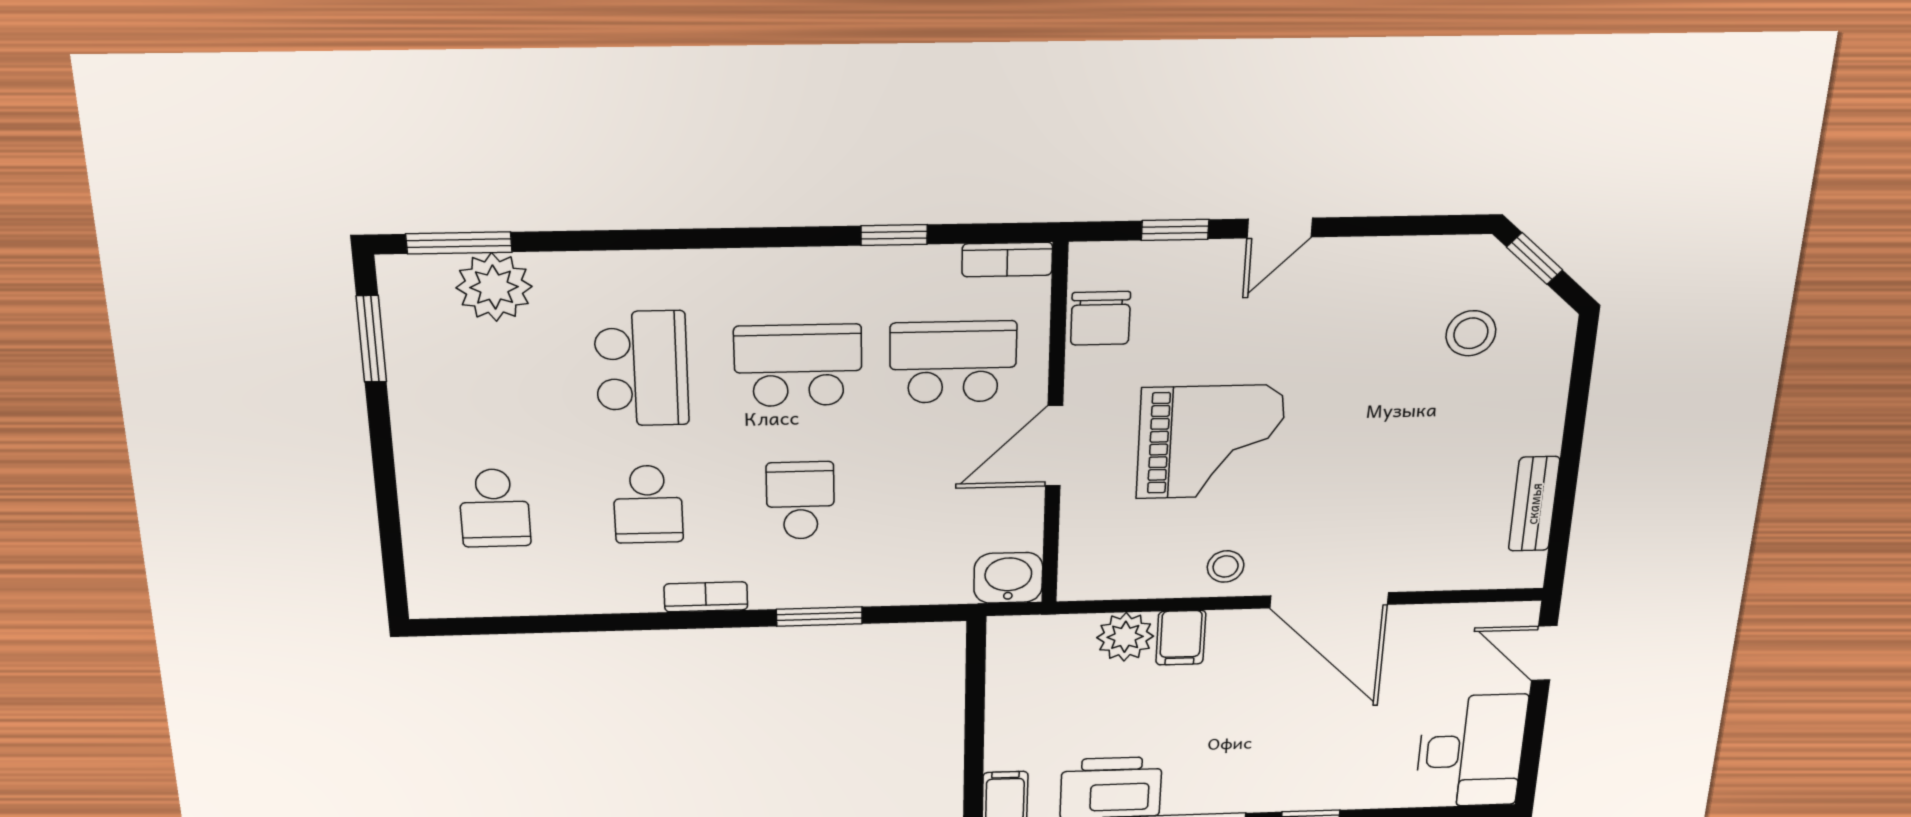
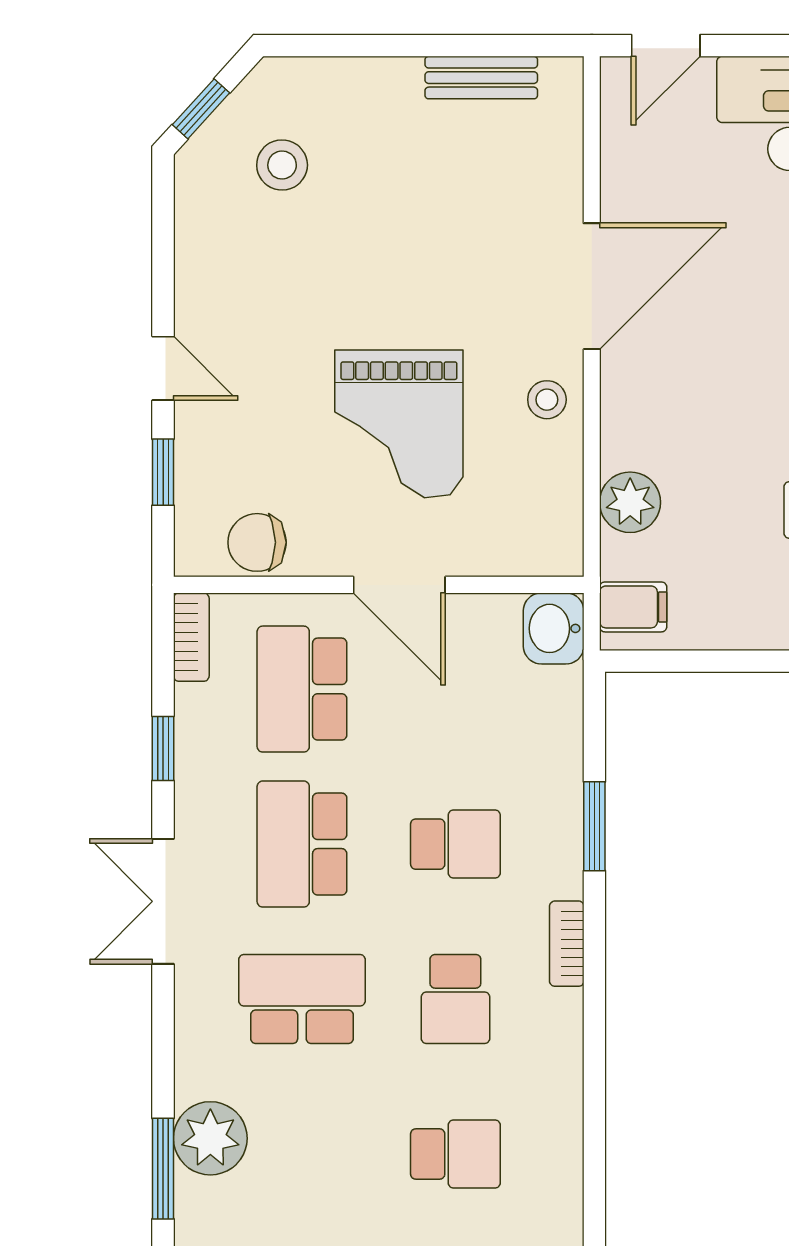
double door: (737, 238) -> (163, 901), added
chair: (1100, 318) -> (257, 542), turned 180
grand piano: (1210, 442) -> (399, 424), turned 180
school desk: (800, 501) -> (455, 844), turned 180
school desk: (648, 504) -> (455, 999), turned 90
filing cabinet: (1181, 638) -> (633, 607), moved

